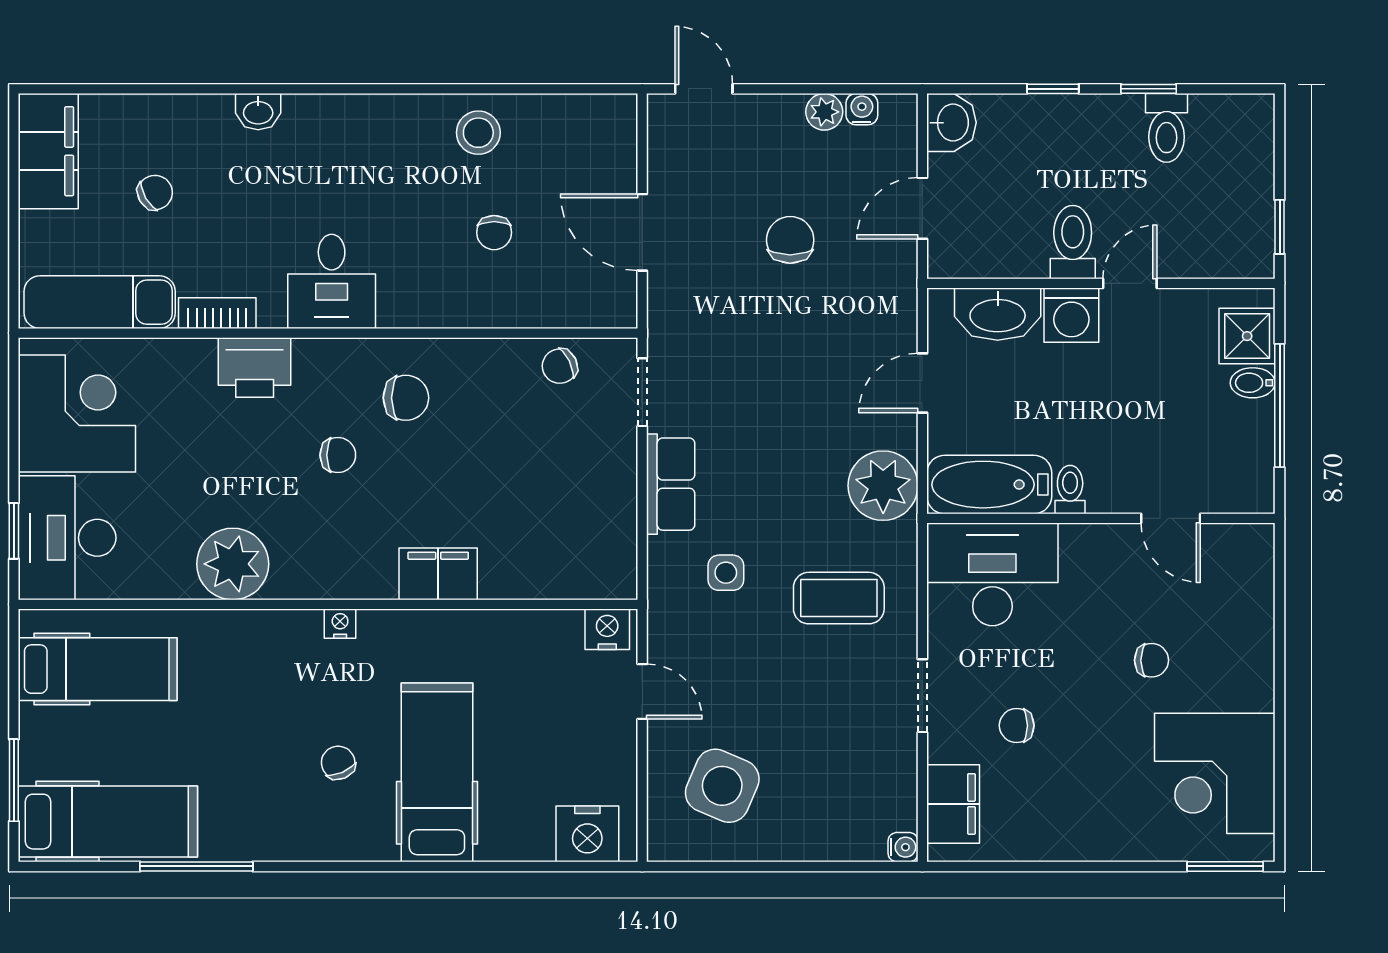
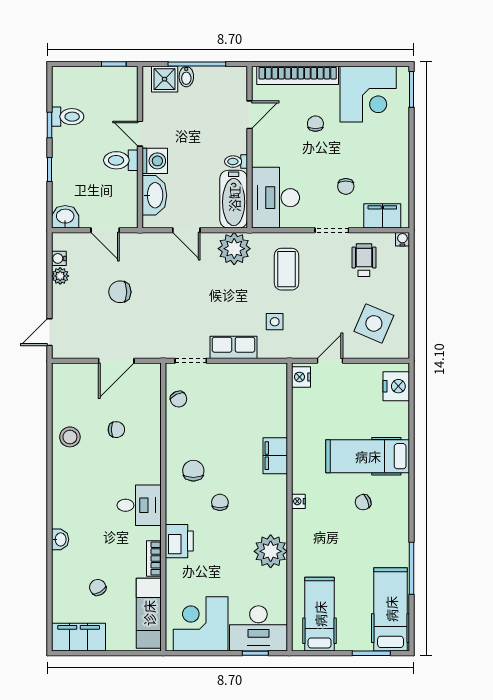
bookcase: (1255, 622) -> (298, 75), added
wheelchair: (858, 765) -> (364, 260), added

